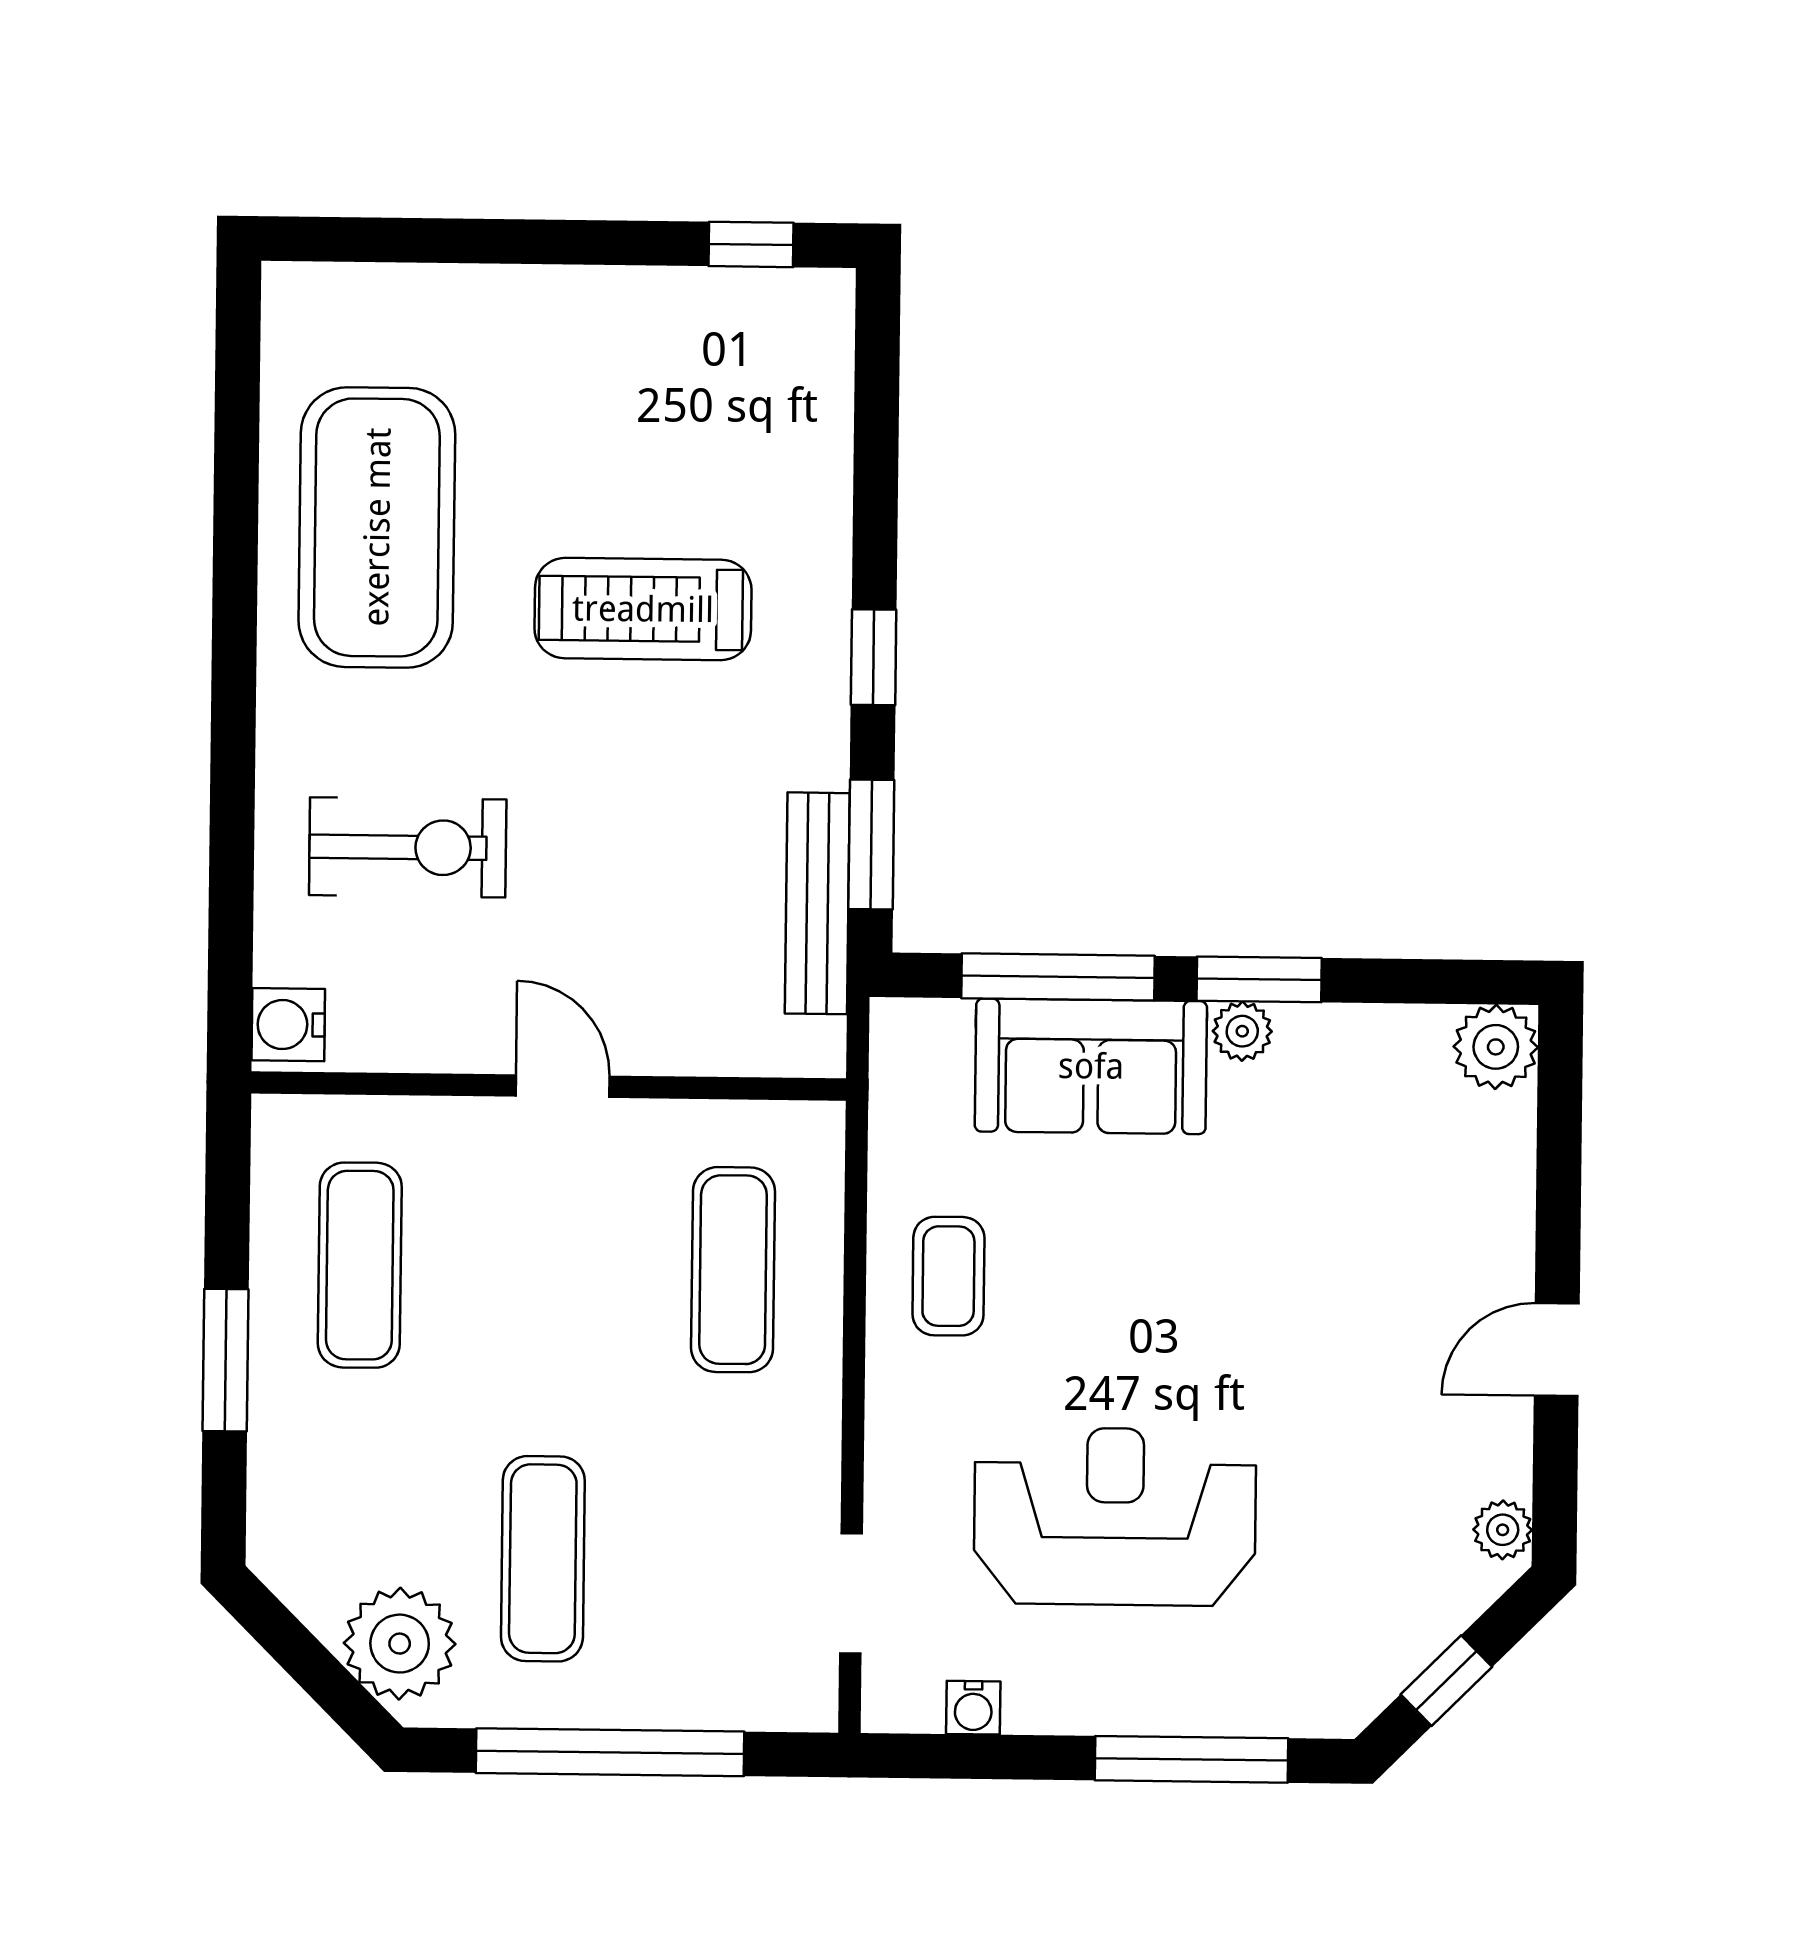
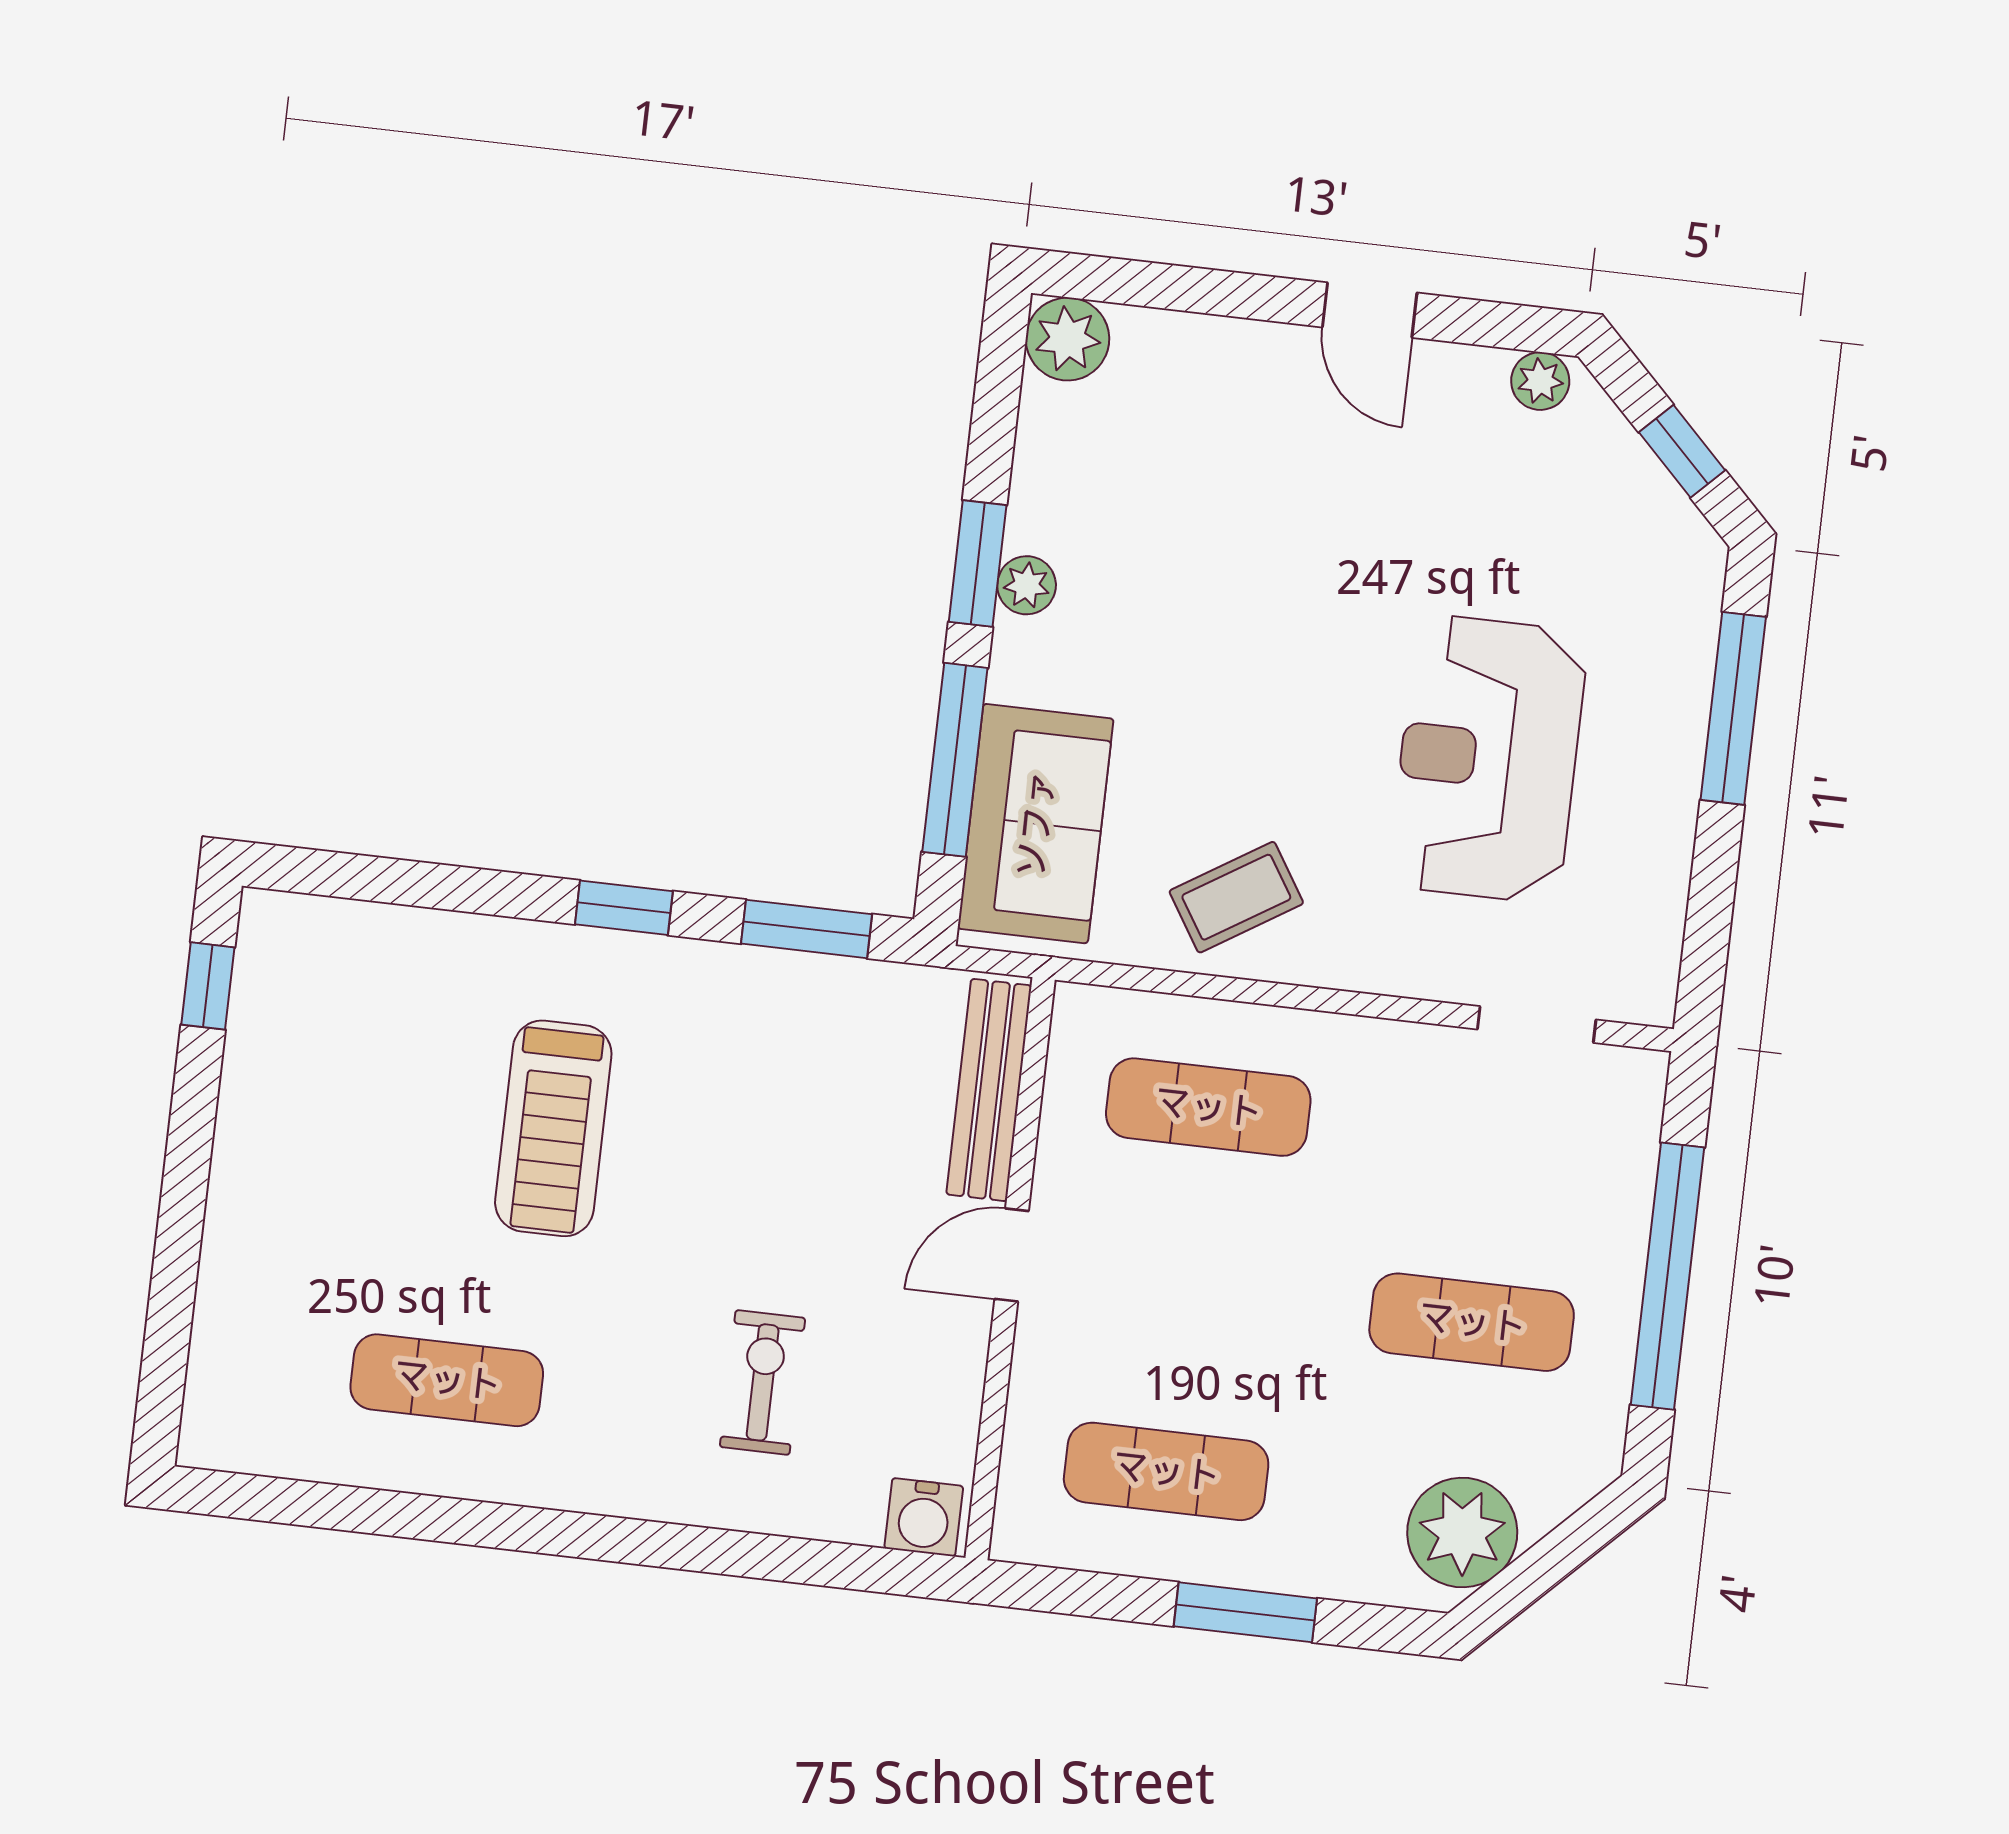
exercise mat: (377, 527) -> (447, 1380), width x0.50, depth x0.69
exercise bike: (408, 847) -> (763, 1382), width x0.73, depth x0.72
bench: (817, 903) -> (989, 1090), moved, turned 90
sofa: (1091, 1066) -> (1036, 824), moved
coffee table: (948, 1276) -> (1236, 897), turned -32
plant: (400, 1644) -> (1462, 1532), moved
water cooler: (973, 1708) -> (1661, 917), removed

